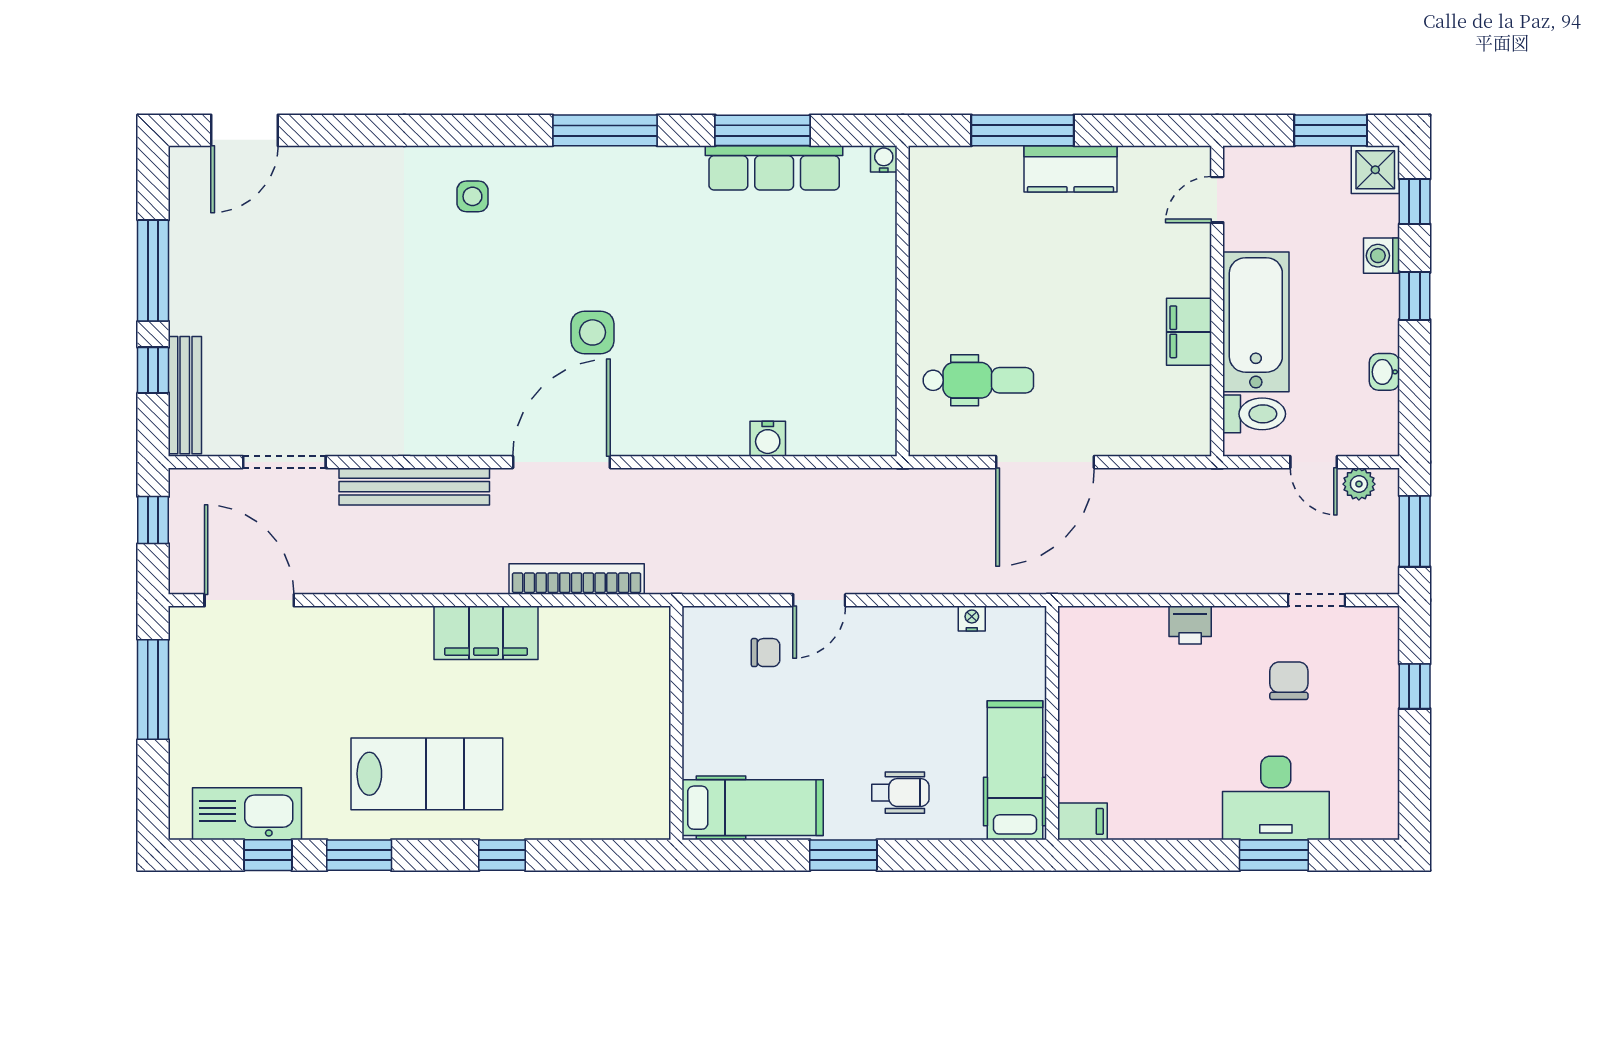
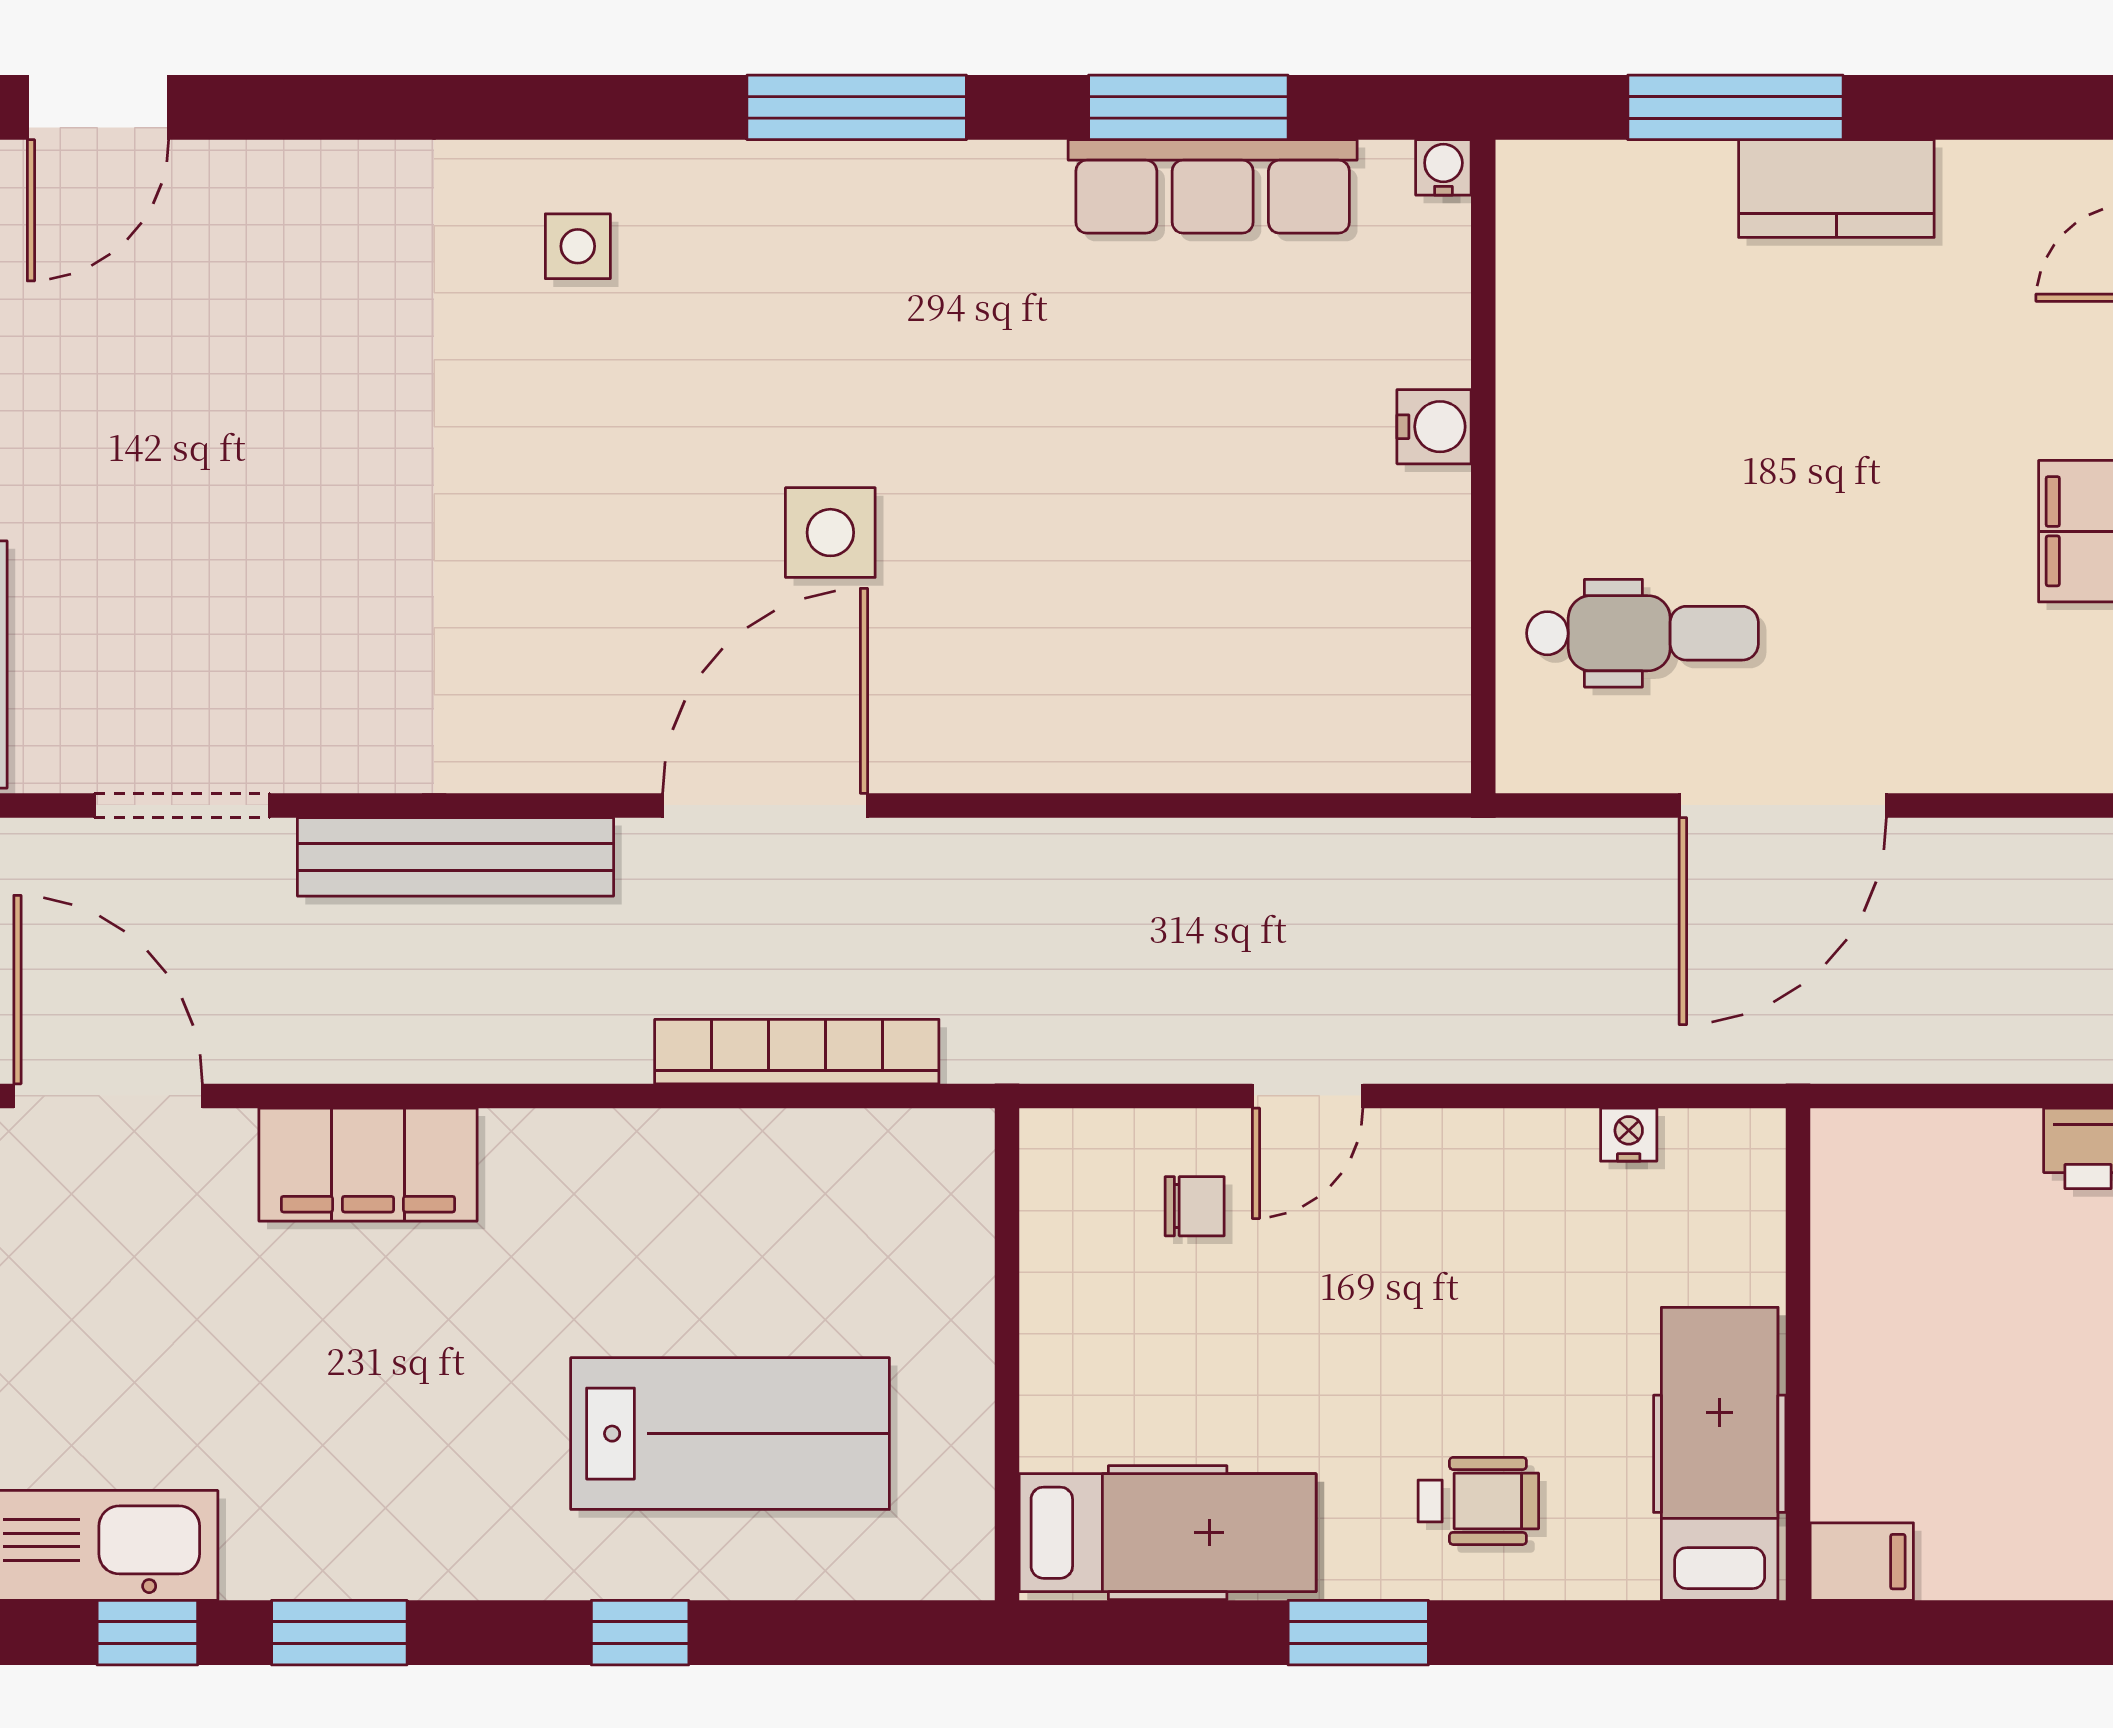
water cooler: (768, 439) -> (1434, 427), moved, turned -90
filing cabinet: (486, 633) -> (368, 1165), moved
lab bench: (427, 774) -> (730, 1434), moved

